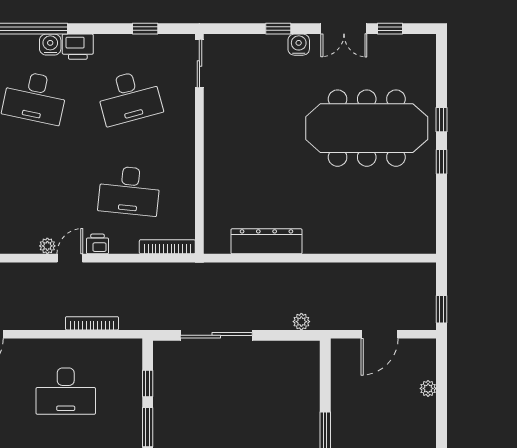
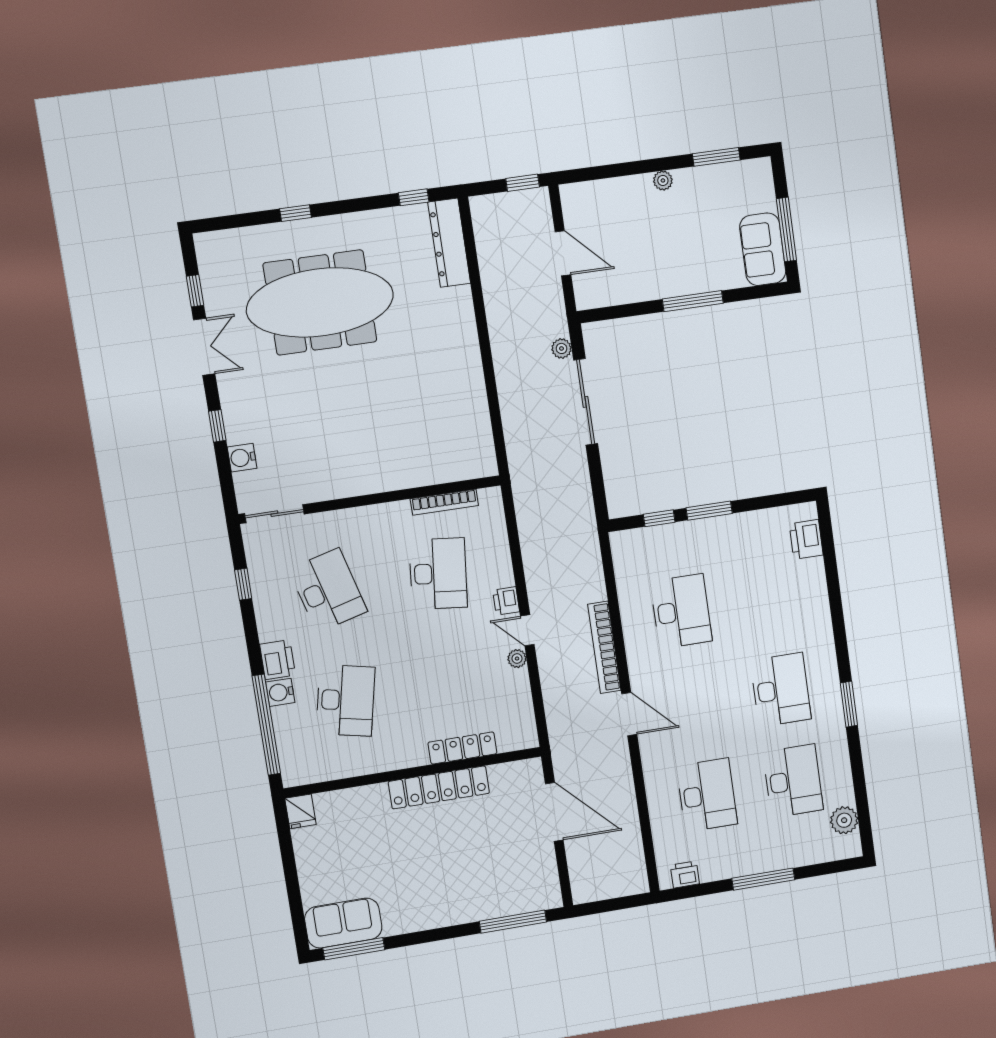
water cooler: (299, 45) -> (242, 458), moved
meeting table: (367, 128) -> (320, 302), turned 90
window: (442, 162) -> (414, 197), moved
dresser: (266, 241) -> (449, 243), moved
bookcase: (167, 247) -> (444, 502), moved, turned -90
bookcase: (92, 323) -> (604, 647), moved, width x1.48, depth x1.31
sliding door: (216, 335) -> (586, 402), moved
plant: (428, 388) -> (663, 180), moved

